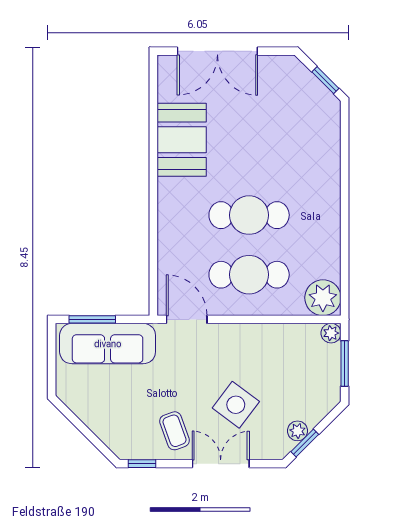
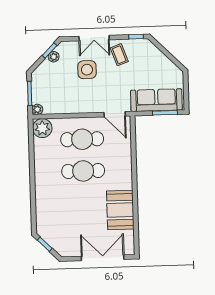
side table: (236, 405) -> (87, 70), turned -37

